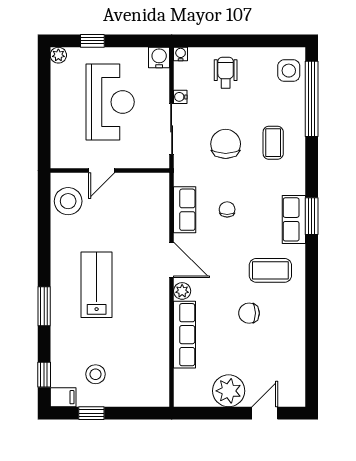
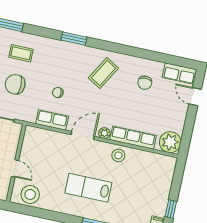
row of seats: (294, 219) -> (179, 73), moved
coffee table: (270, 270) -> (103, 73), turned 30
chair: (249, 313) -> (145, 83), moved
stool: (96, 374) -> (118, 155), moved
plant: (229, 391) -> (170, 142), moved

